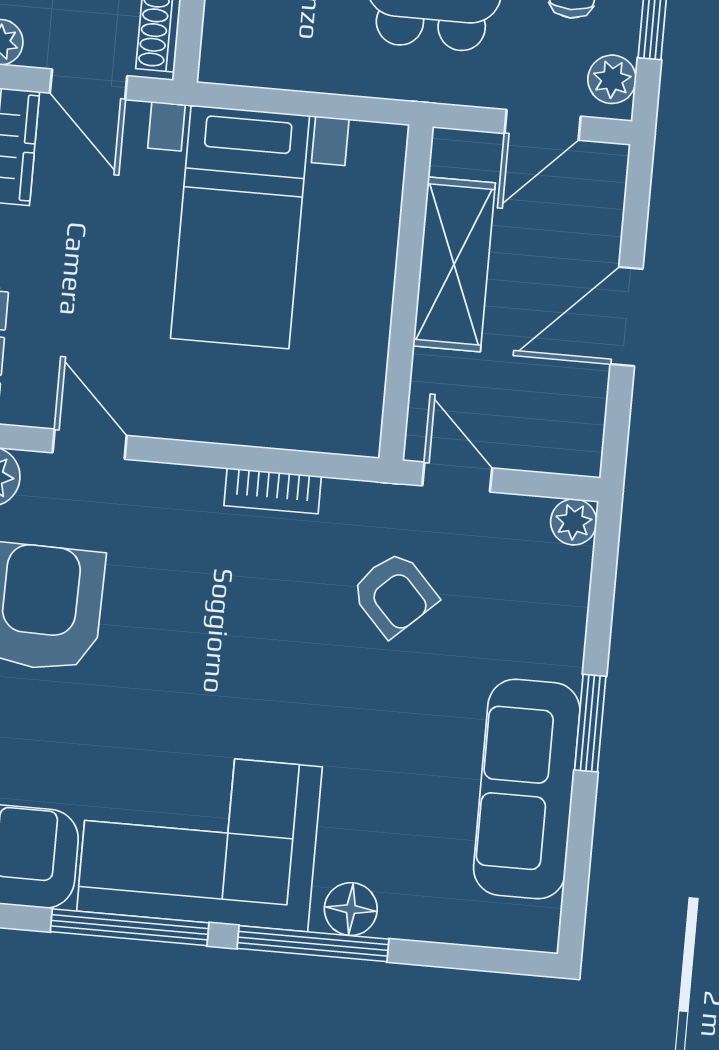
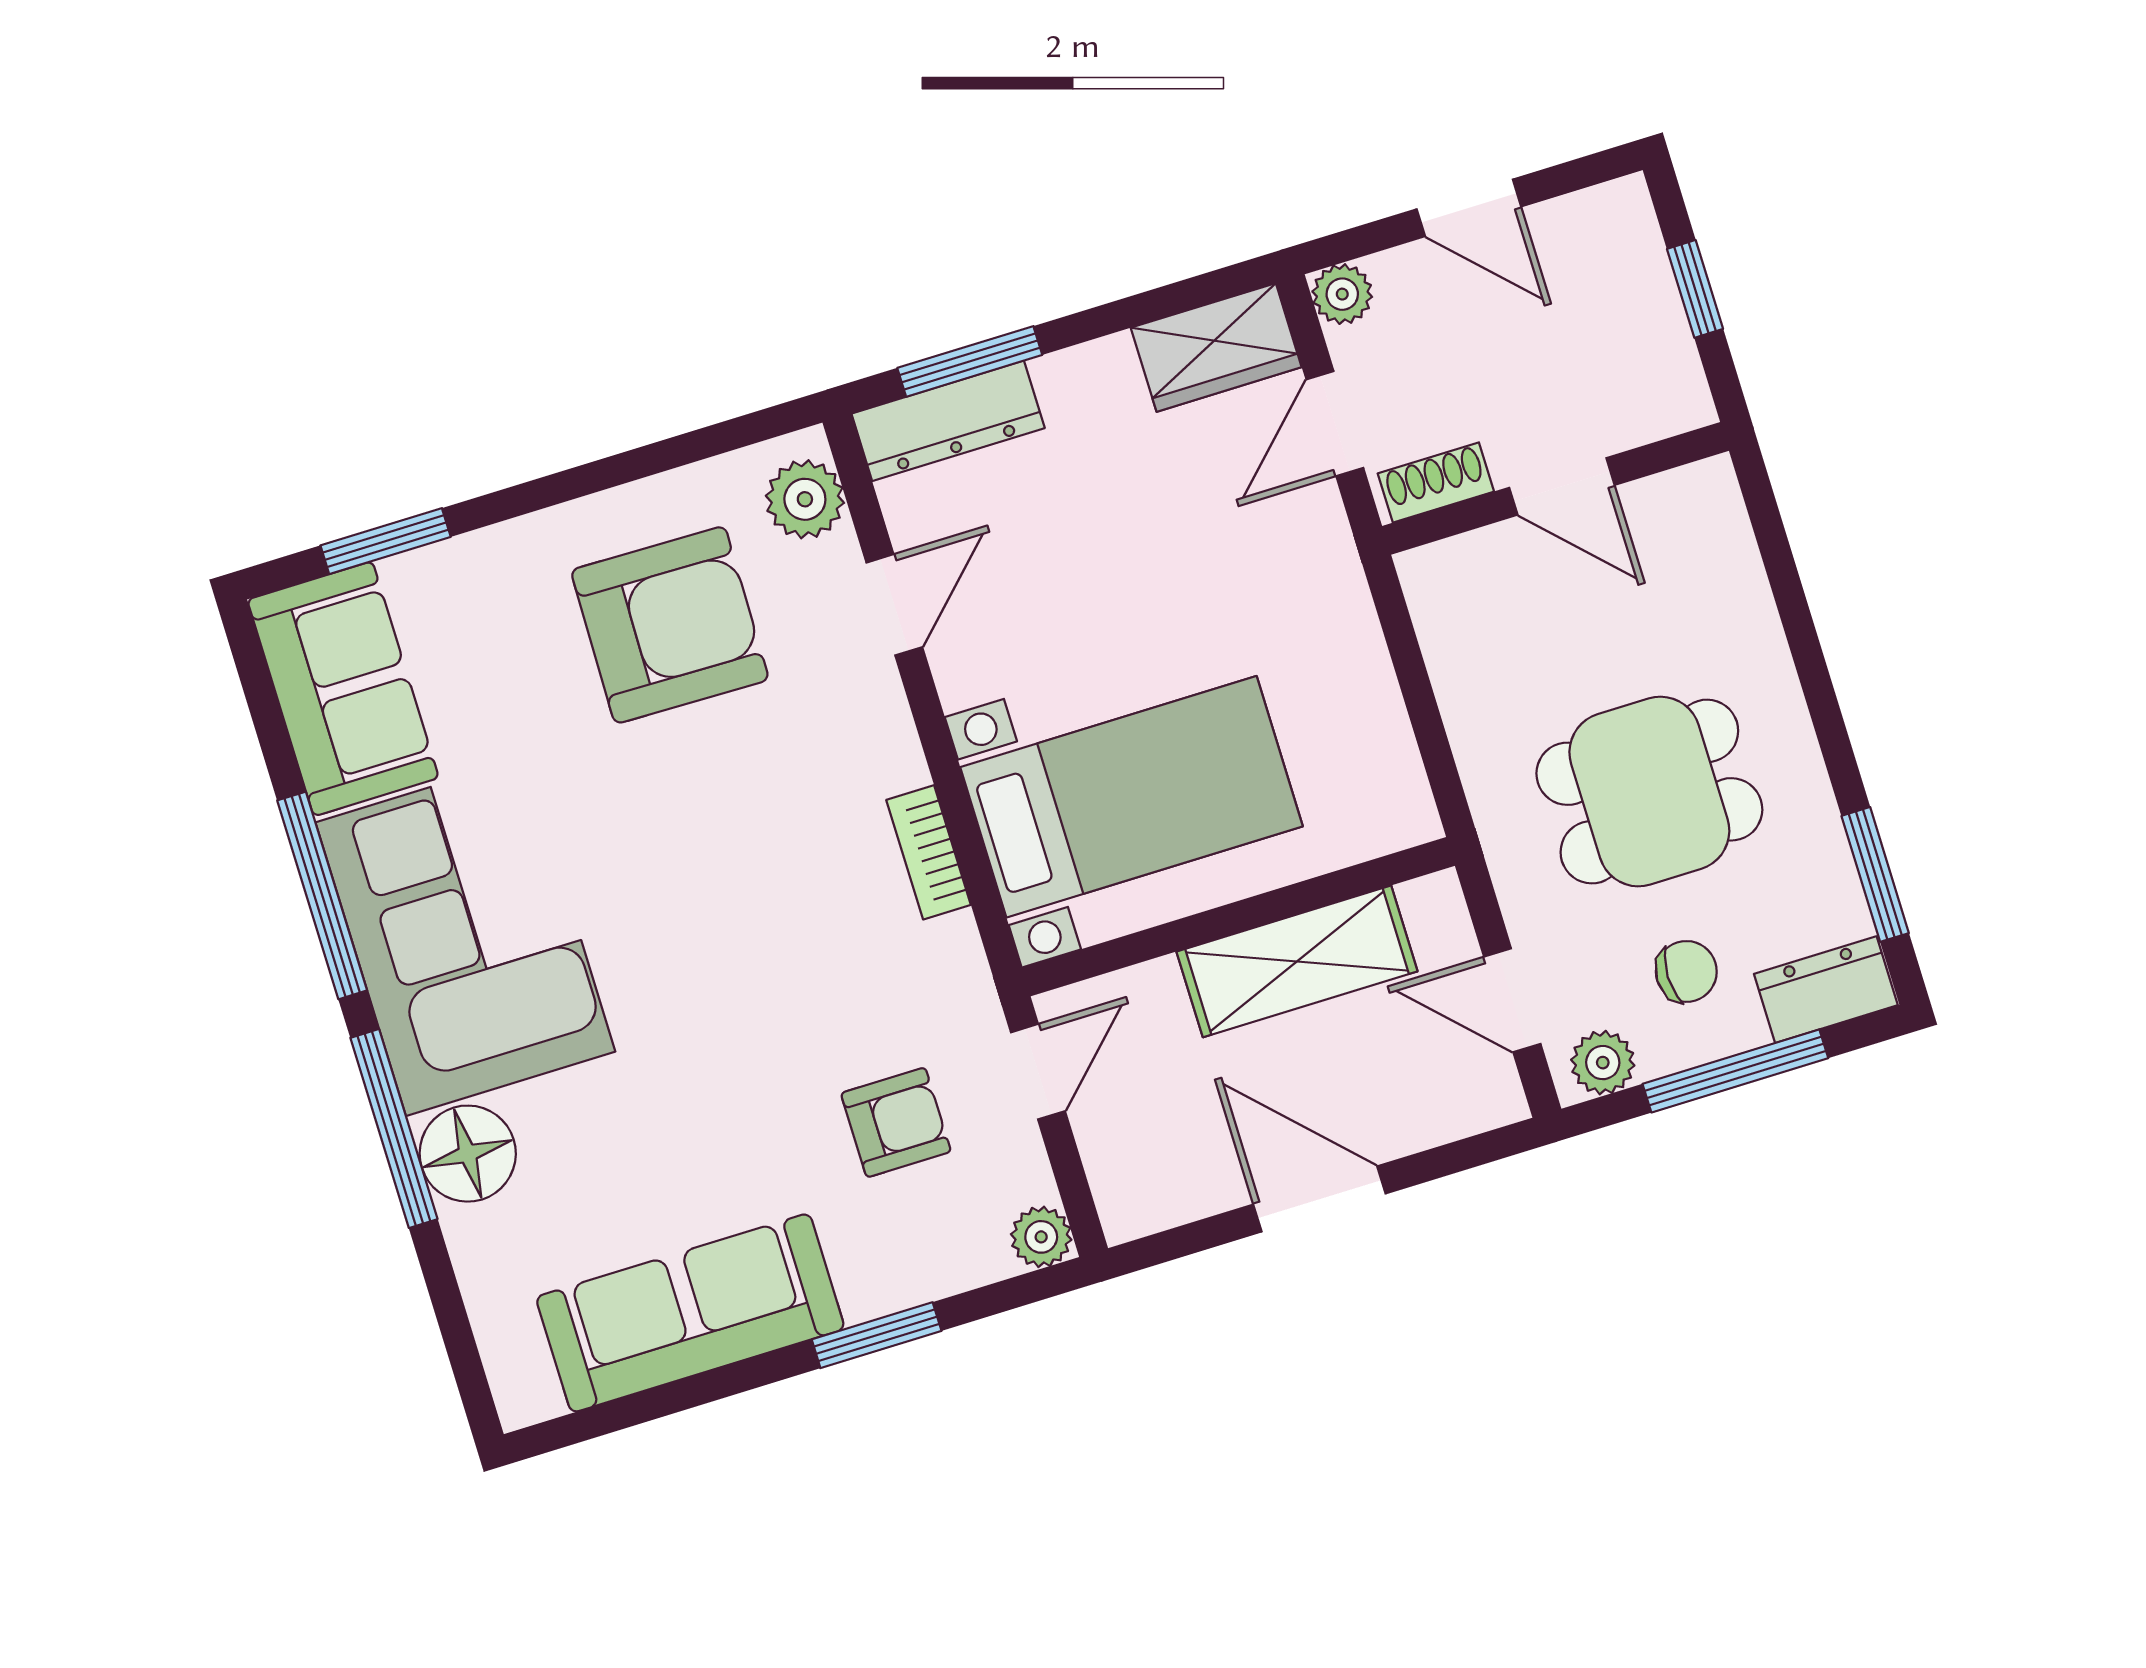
bed with nightstands: (240, 227) -> (1131, 797), moved, turned 180
armchair: (394, 594) -> (896, 1122), moved, turned -137
window: (590, 723) -> (877, 1335), moved
floor lamp: (351, 909) -> (468, 1154), width x1.38, depth x1.38

